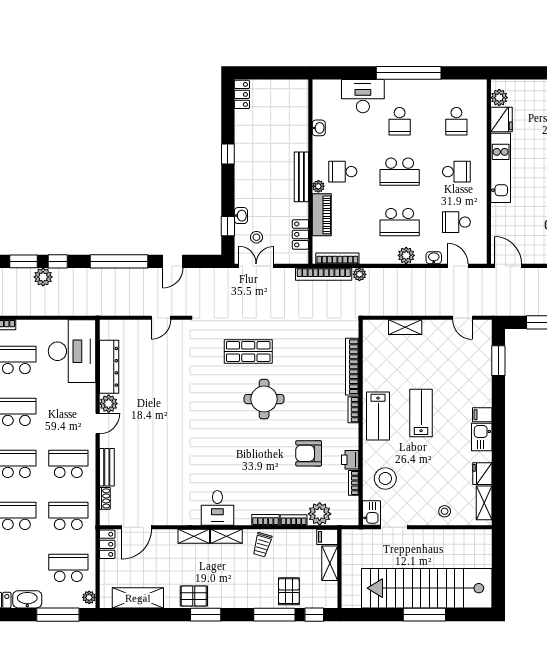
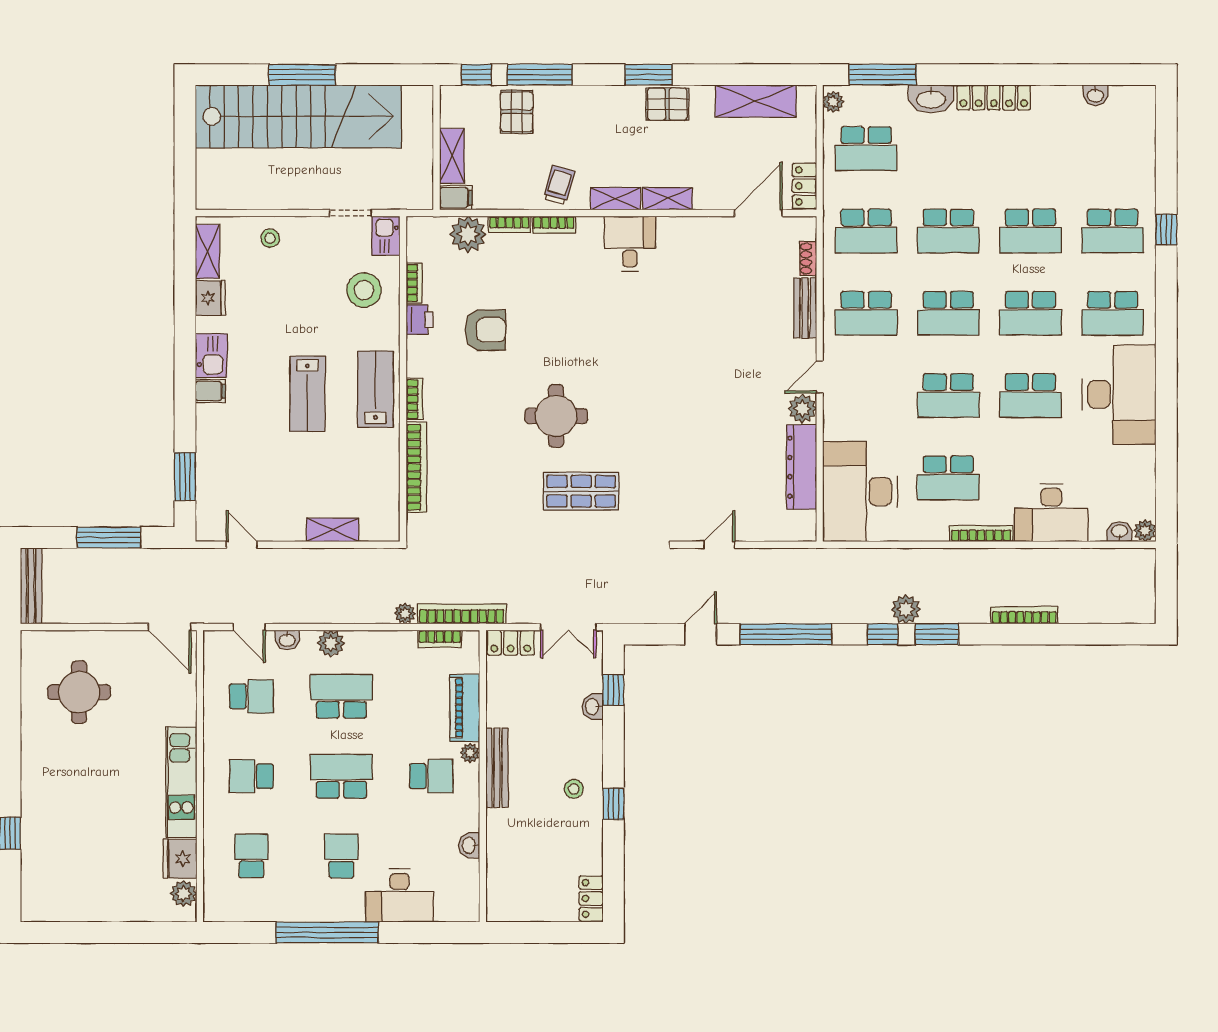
locker: (300, 234) -> (511, 643), moved, turned 90
stool: (256, 237) -> (574, 789), moved
bookcase: (337, 258) -> (440, 639), width x0.64

